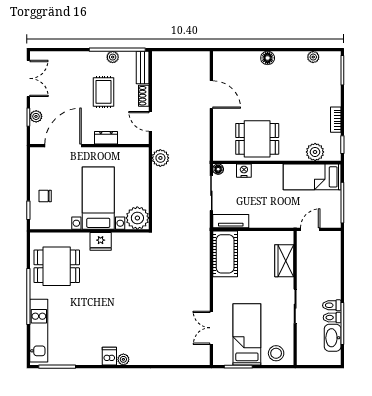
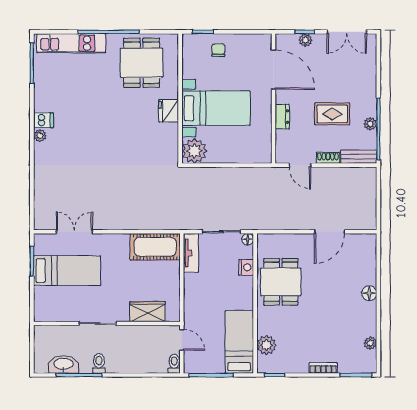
bookcase: (336, 120) -> (323, 368), moved
door: (150, 121) -> (300, 165), swing flipped
plant: (160, 158) -> (260, 176), removed
toilet: (332, 318) -> (174, 364), moved
stool: (276, 353) -> (46, 303), removed

